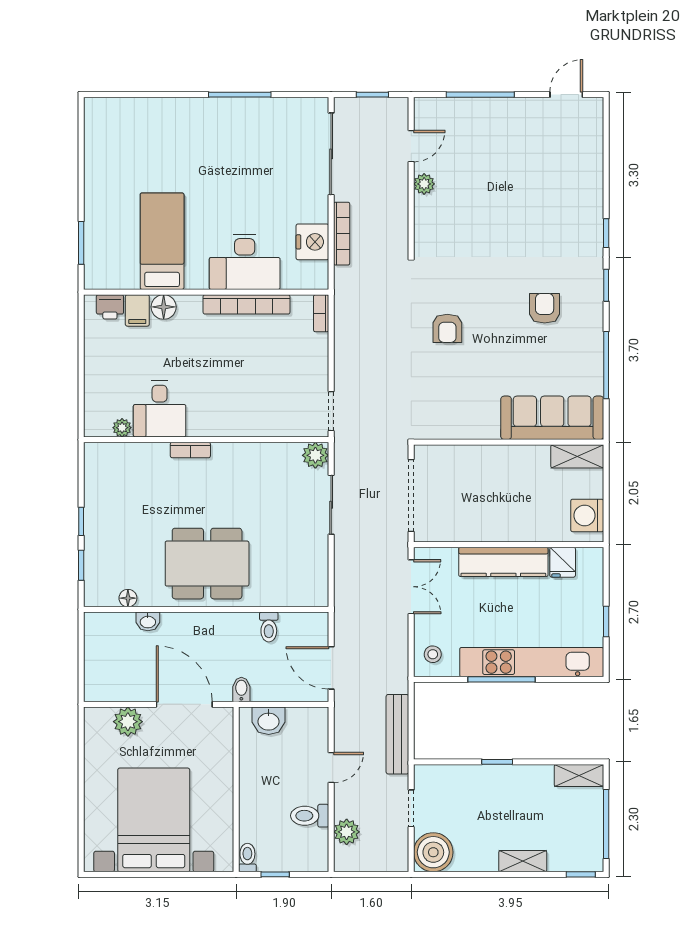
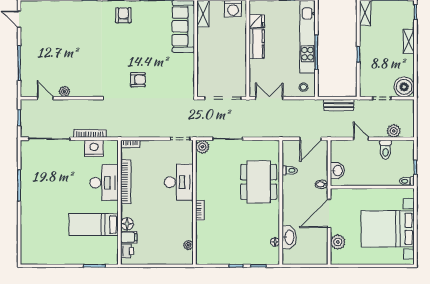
armchair: (545, 308) -> (123, 15), moved, turned 90
desk: (160, 409) -> (179, 182), moved, width x1.37
kitchen counter: (503, 562) -> (257, 44), width x0.67
dining table: (207, 564) -> (259, 182), moved
washbasin: (148, 621) -> (289, 237), width x1.91, depth x1.45
bench: (397, 734) -> (339, 105), width x0.73

